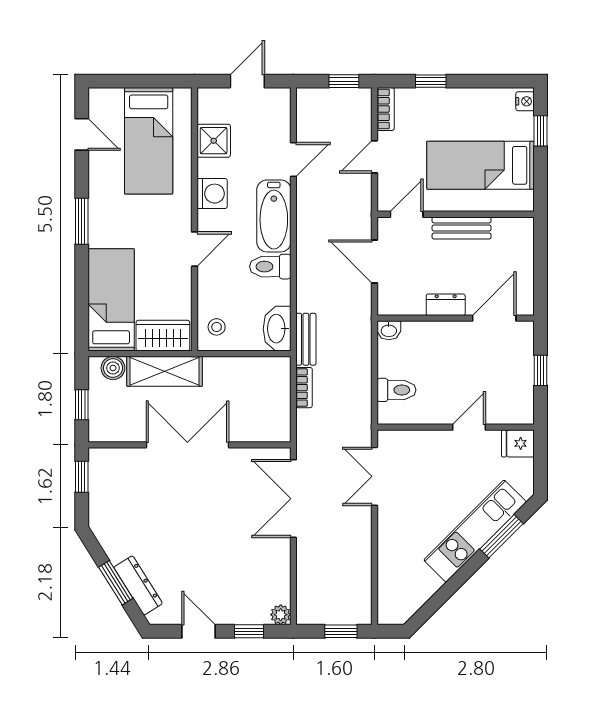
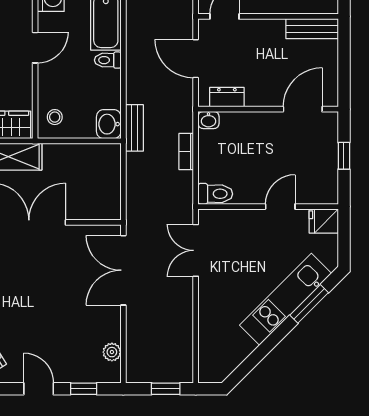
bench: (462, 228) -> (312, 29), moved
toilet: (270, 267) -> (108, 60), width x0.73, depth x0.72
dresser: (446, 305) -> (227, 97), moved
washbasin: (277, 329) -> (109, 124), width x0.72
bookcase: (304, 388) -> (186, 152), moved, turned 180
toilet: (396, 390) -> (215, 194), moved
plant: (281, 615) -> (112, 352), moved

